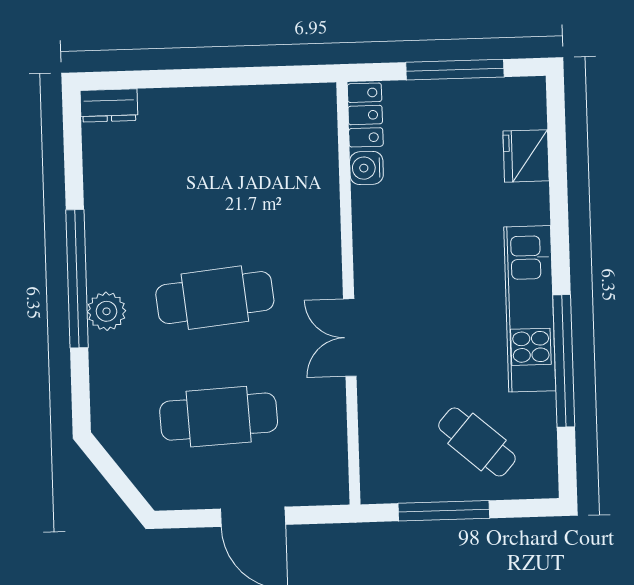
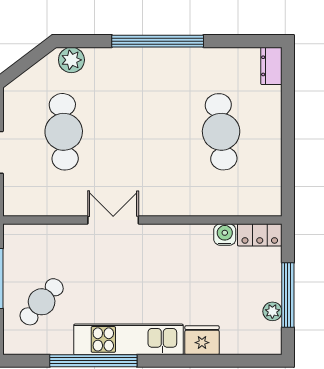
plant: (480, 92) -> (272, 311), added
fridge: (526, 156) -> (202, 340), moved
cafe table: (215, 298) -> (221, 132), moved
plant: (106, 311) -> (71, 60), moved

